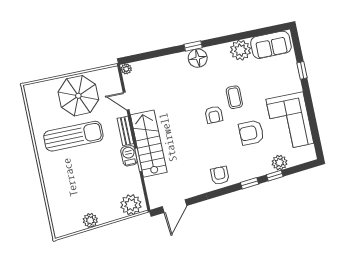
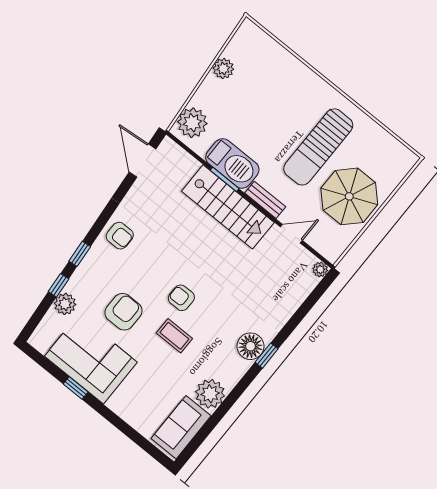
window: (302, 70) -> (76, 388), moved
barbecue: (129, 156) -> (232, 163), width x1.88, depth x1.53

